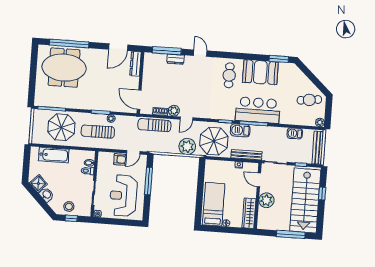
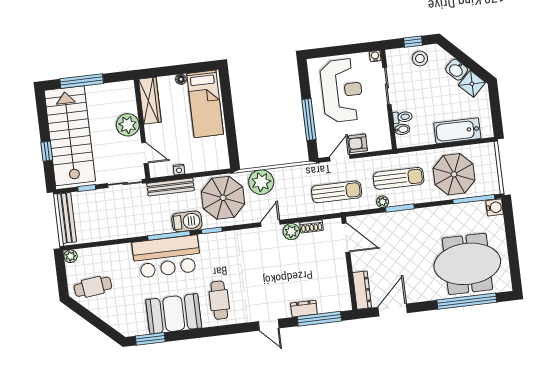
water cooler: (39, 101) -> (495, 207), added
sun lounger: (154, 125) -> (337, 192), moved
barbecue: (295, 133) -> (105, 233), removed

